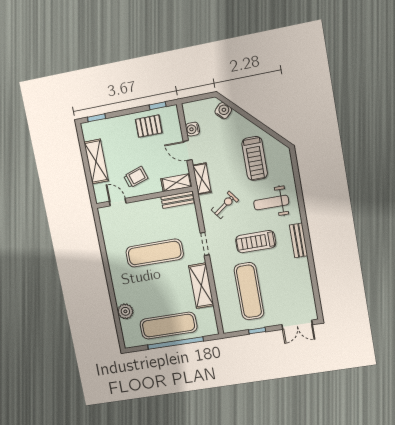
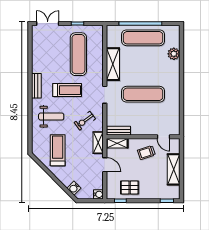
water cooler: (192, 129) -> (98, 194), moved

